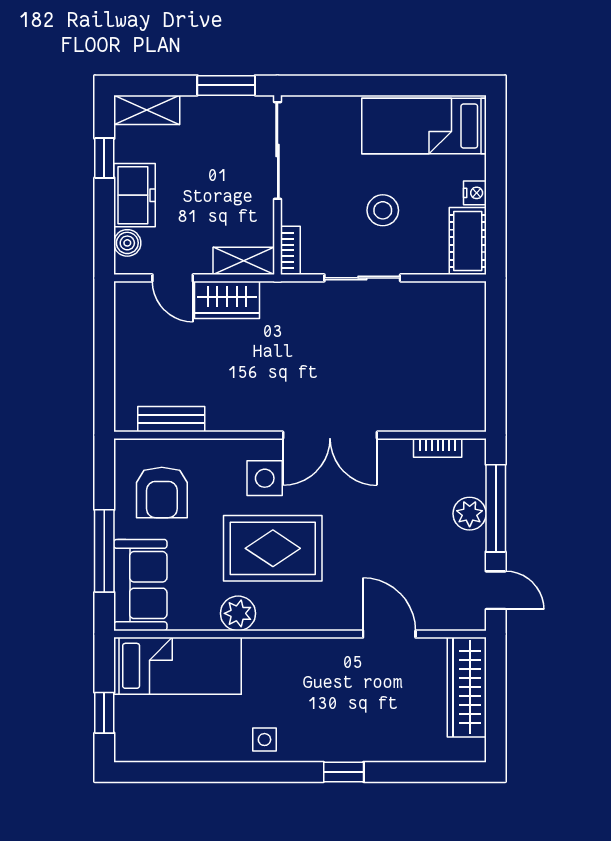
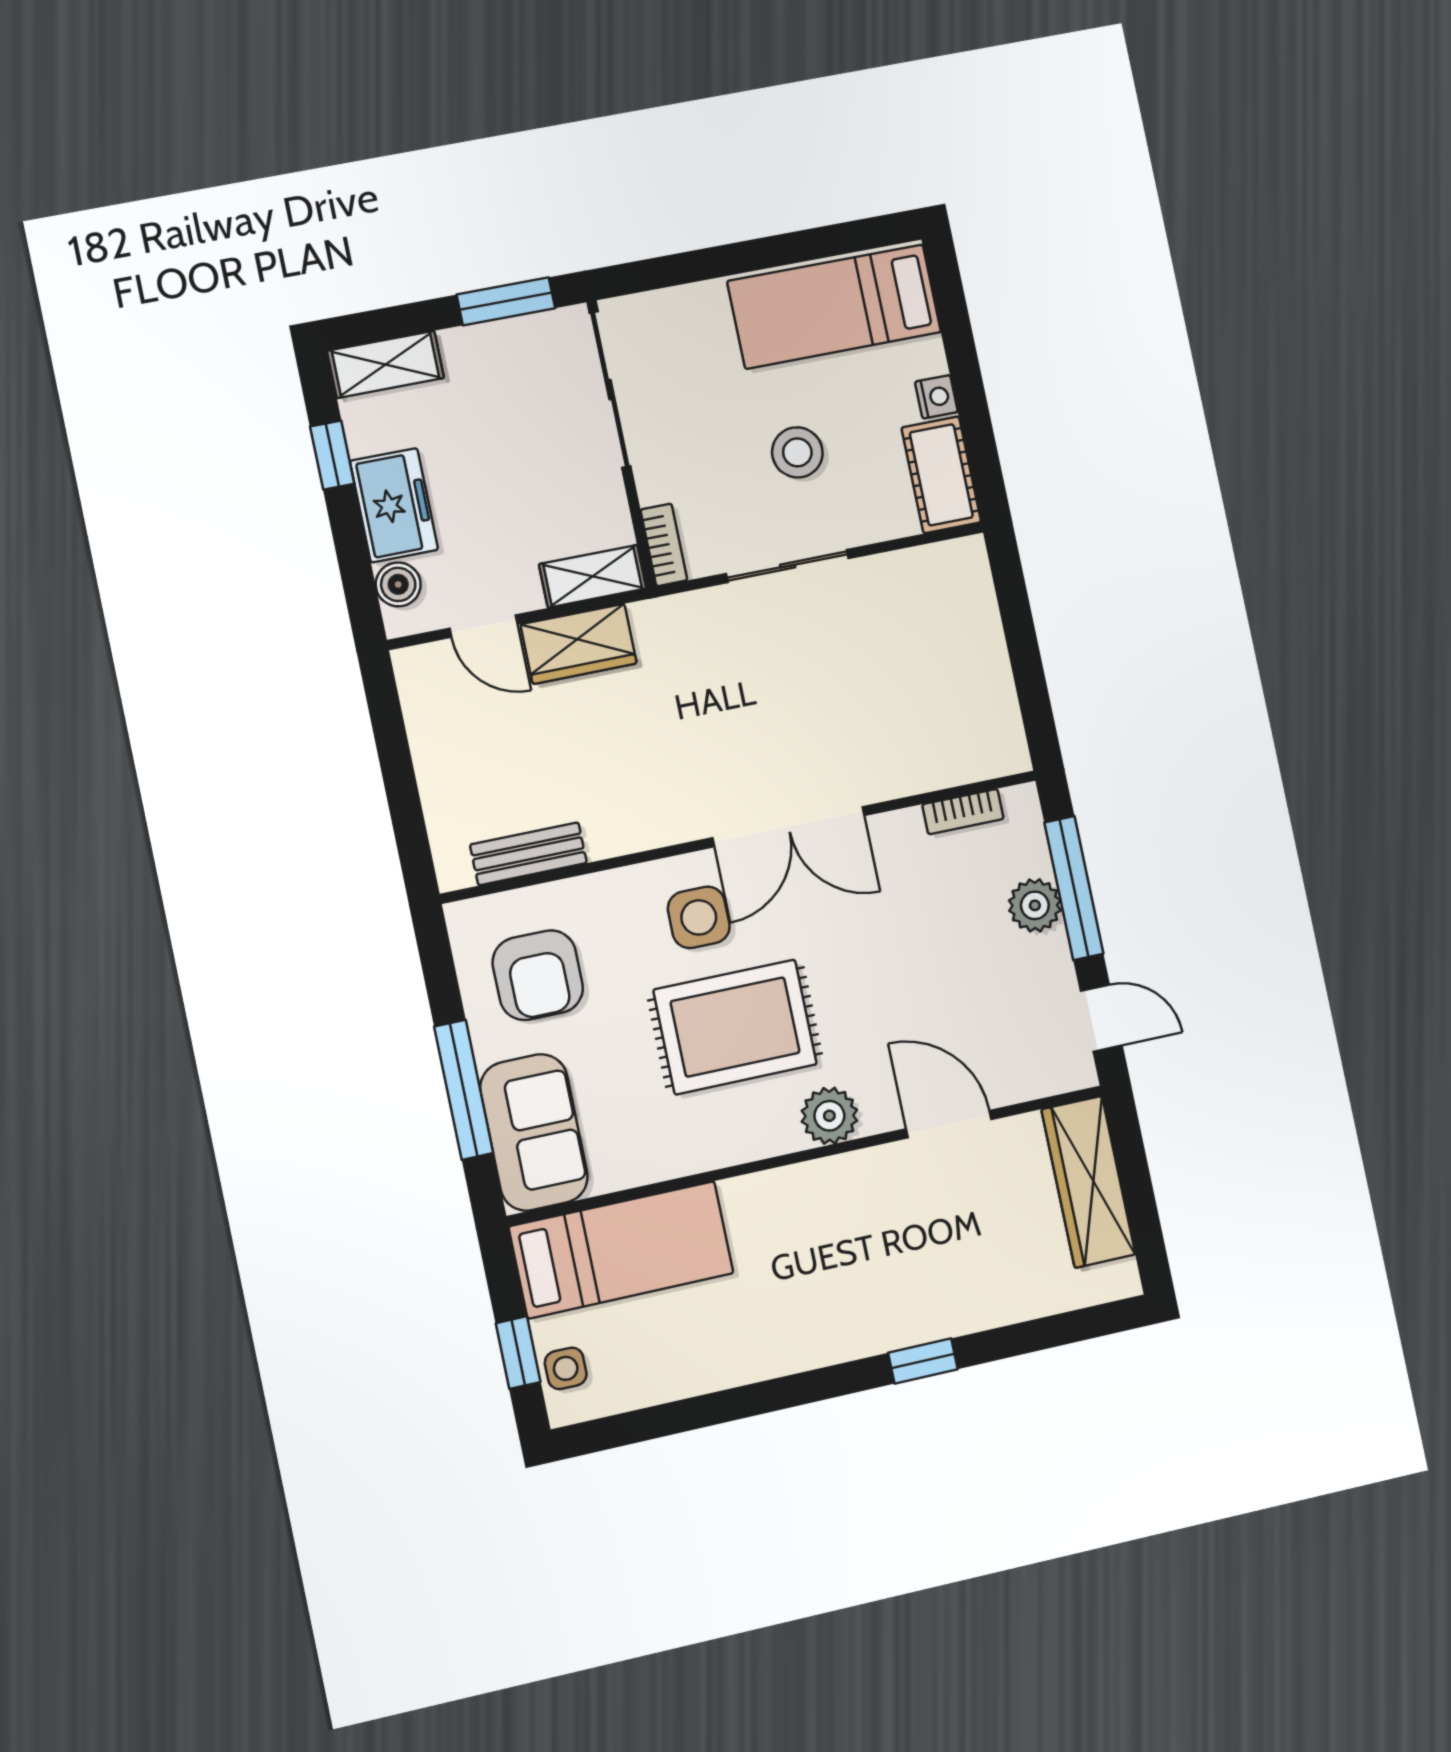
plant: (238, 613) -> (829, 1116), moved
side table: (264, 740) -> (566, 1368), moved

